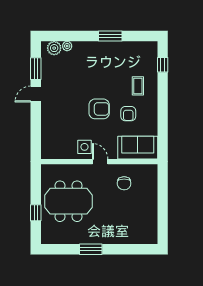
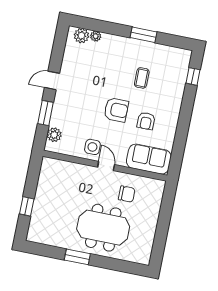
window: (36, 69) -> (45, 113), moved
coffee table: (138, 86) -> (142, 78), moved
plant: (48, 143) -> (54, 135), added
chair: (124, 183) -> (127, 194), turned -90
meeting table: (69, 201) -> (103, 228), moved

